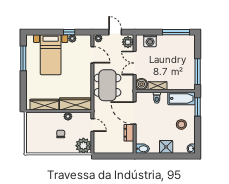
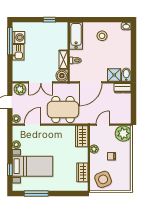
window: (69, 32) -> (10, 170), moved
kitchen sink: (165, 40) -> (18, 52), added
washing machine: (150, 41) -> (19, 37), moved
window: (198, 72) -> (49, 20), width x0.46
wardrobe: (75, 104) -> (82, 136), width x0.67
wardrobe: (44, 105) -> (82, 172), width x0.67
window: (198, 107) -> (85, 20), removed
side table: (37, 125) -> (103, 179), added
dresser: (129, 133) -> (123, 88), moved
shower: (166, 147) -> (114, 75), moved

